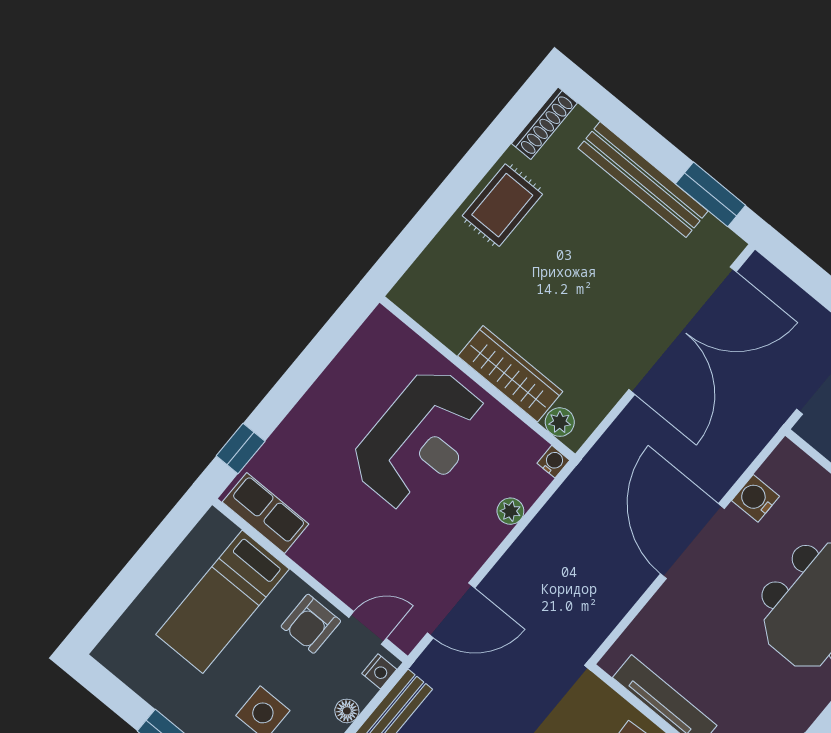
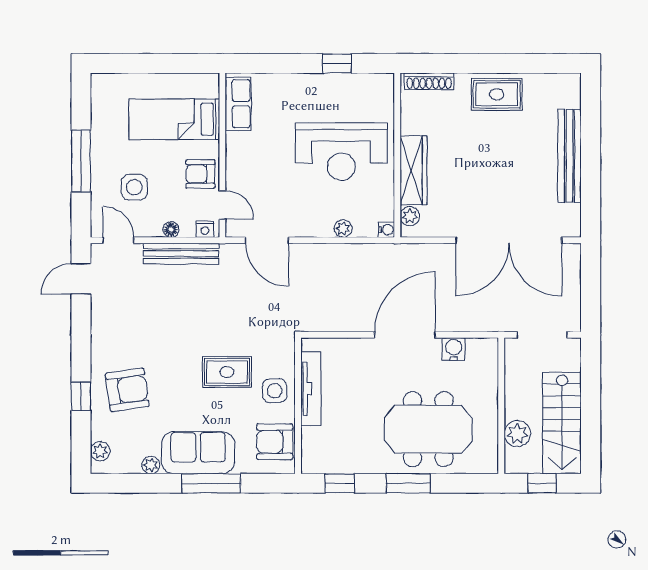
shoe rack: (544, 123) -> (429, 81), moved
window: (711, 194) -> (591, 197), removed
window: (241, 449) -> (337, 63), moved

